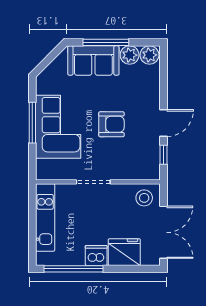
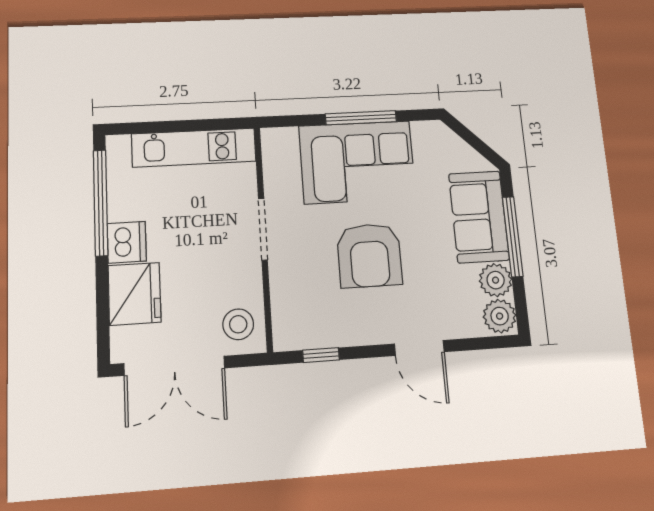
door: (164, 123) -> (419, 348), moved
armchair: (111, 124) -> (369, 255), width x1.36, depth x1.36

